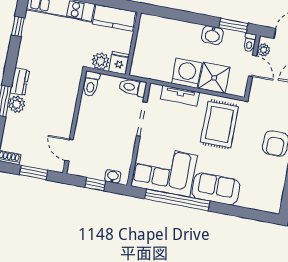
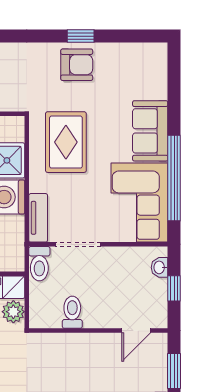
toilet: (91, 84) -> (72, 312), moved, turned -90
tv unit: (180, 96) -> (38, 218), moved
rug: (219, 124) -> (66, 142), turned 90

